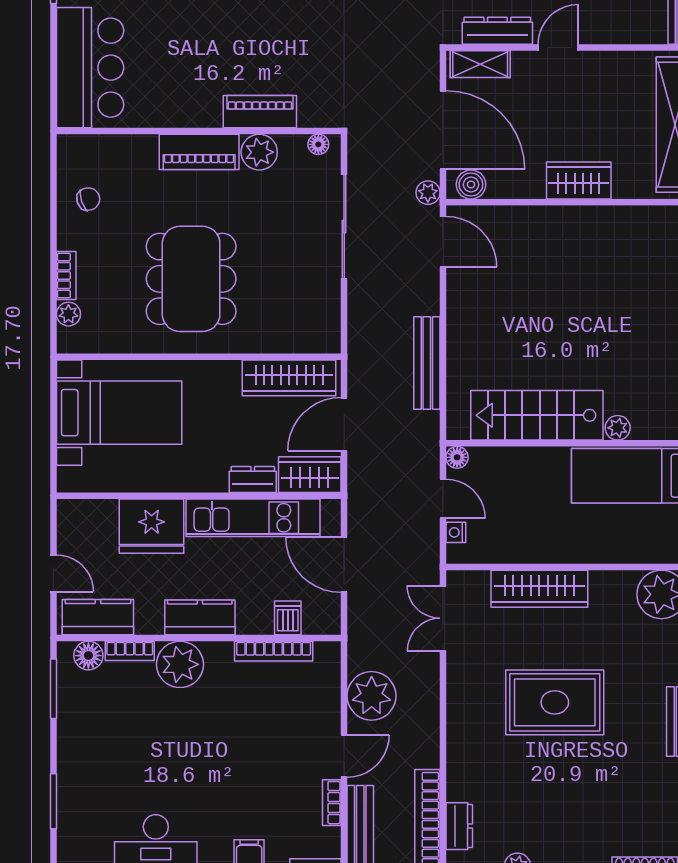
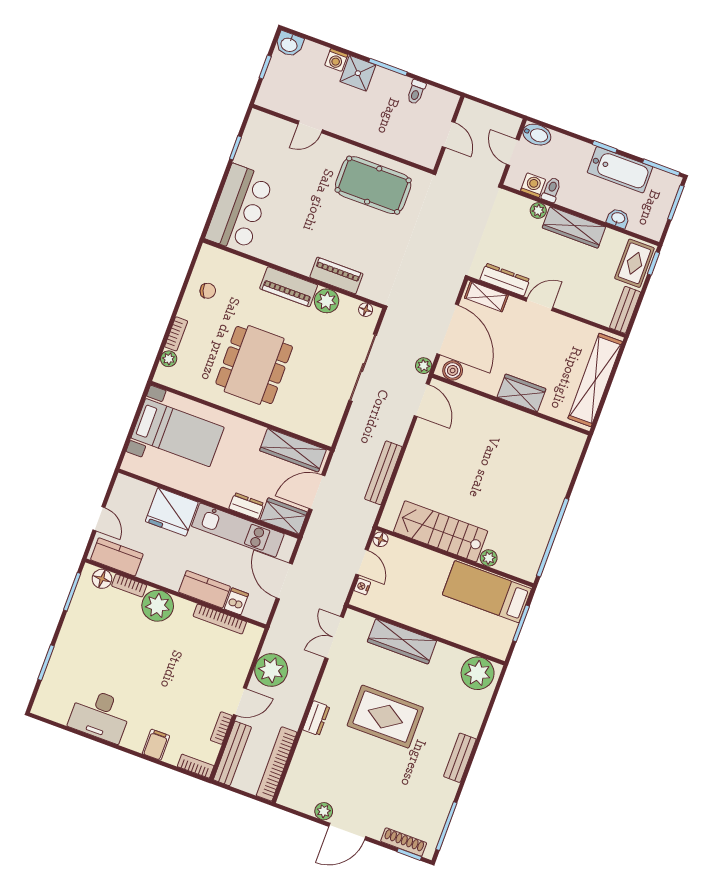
kitchen counter: (200, 617) -> (205, 589), moved
dresser: (459, 826) -> (316, 718), moved

